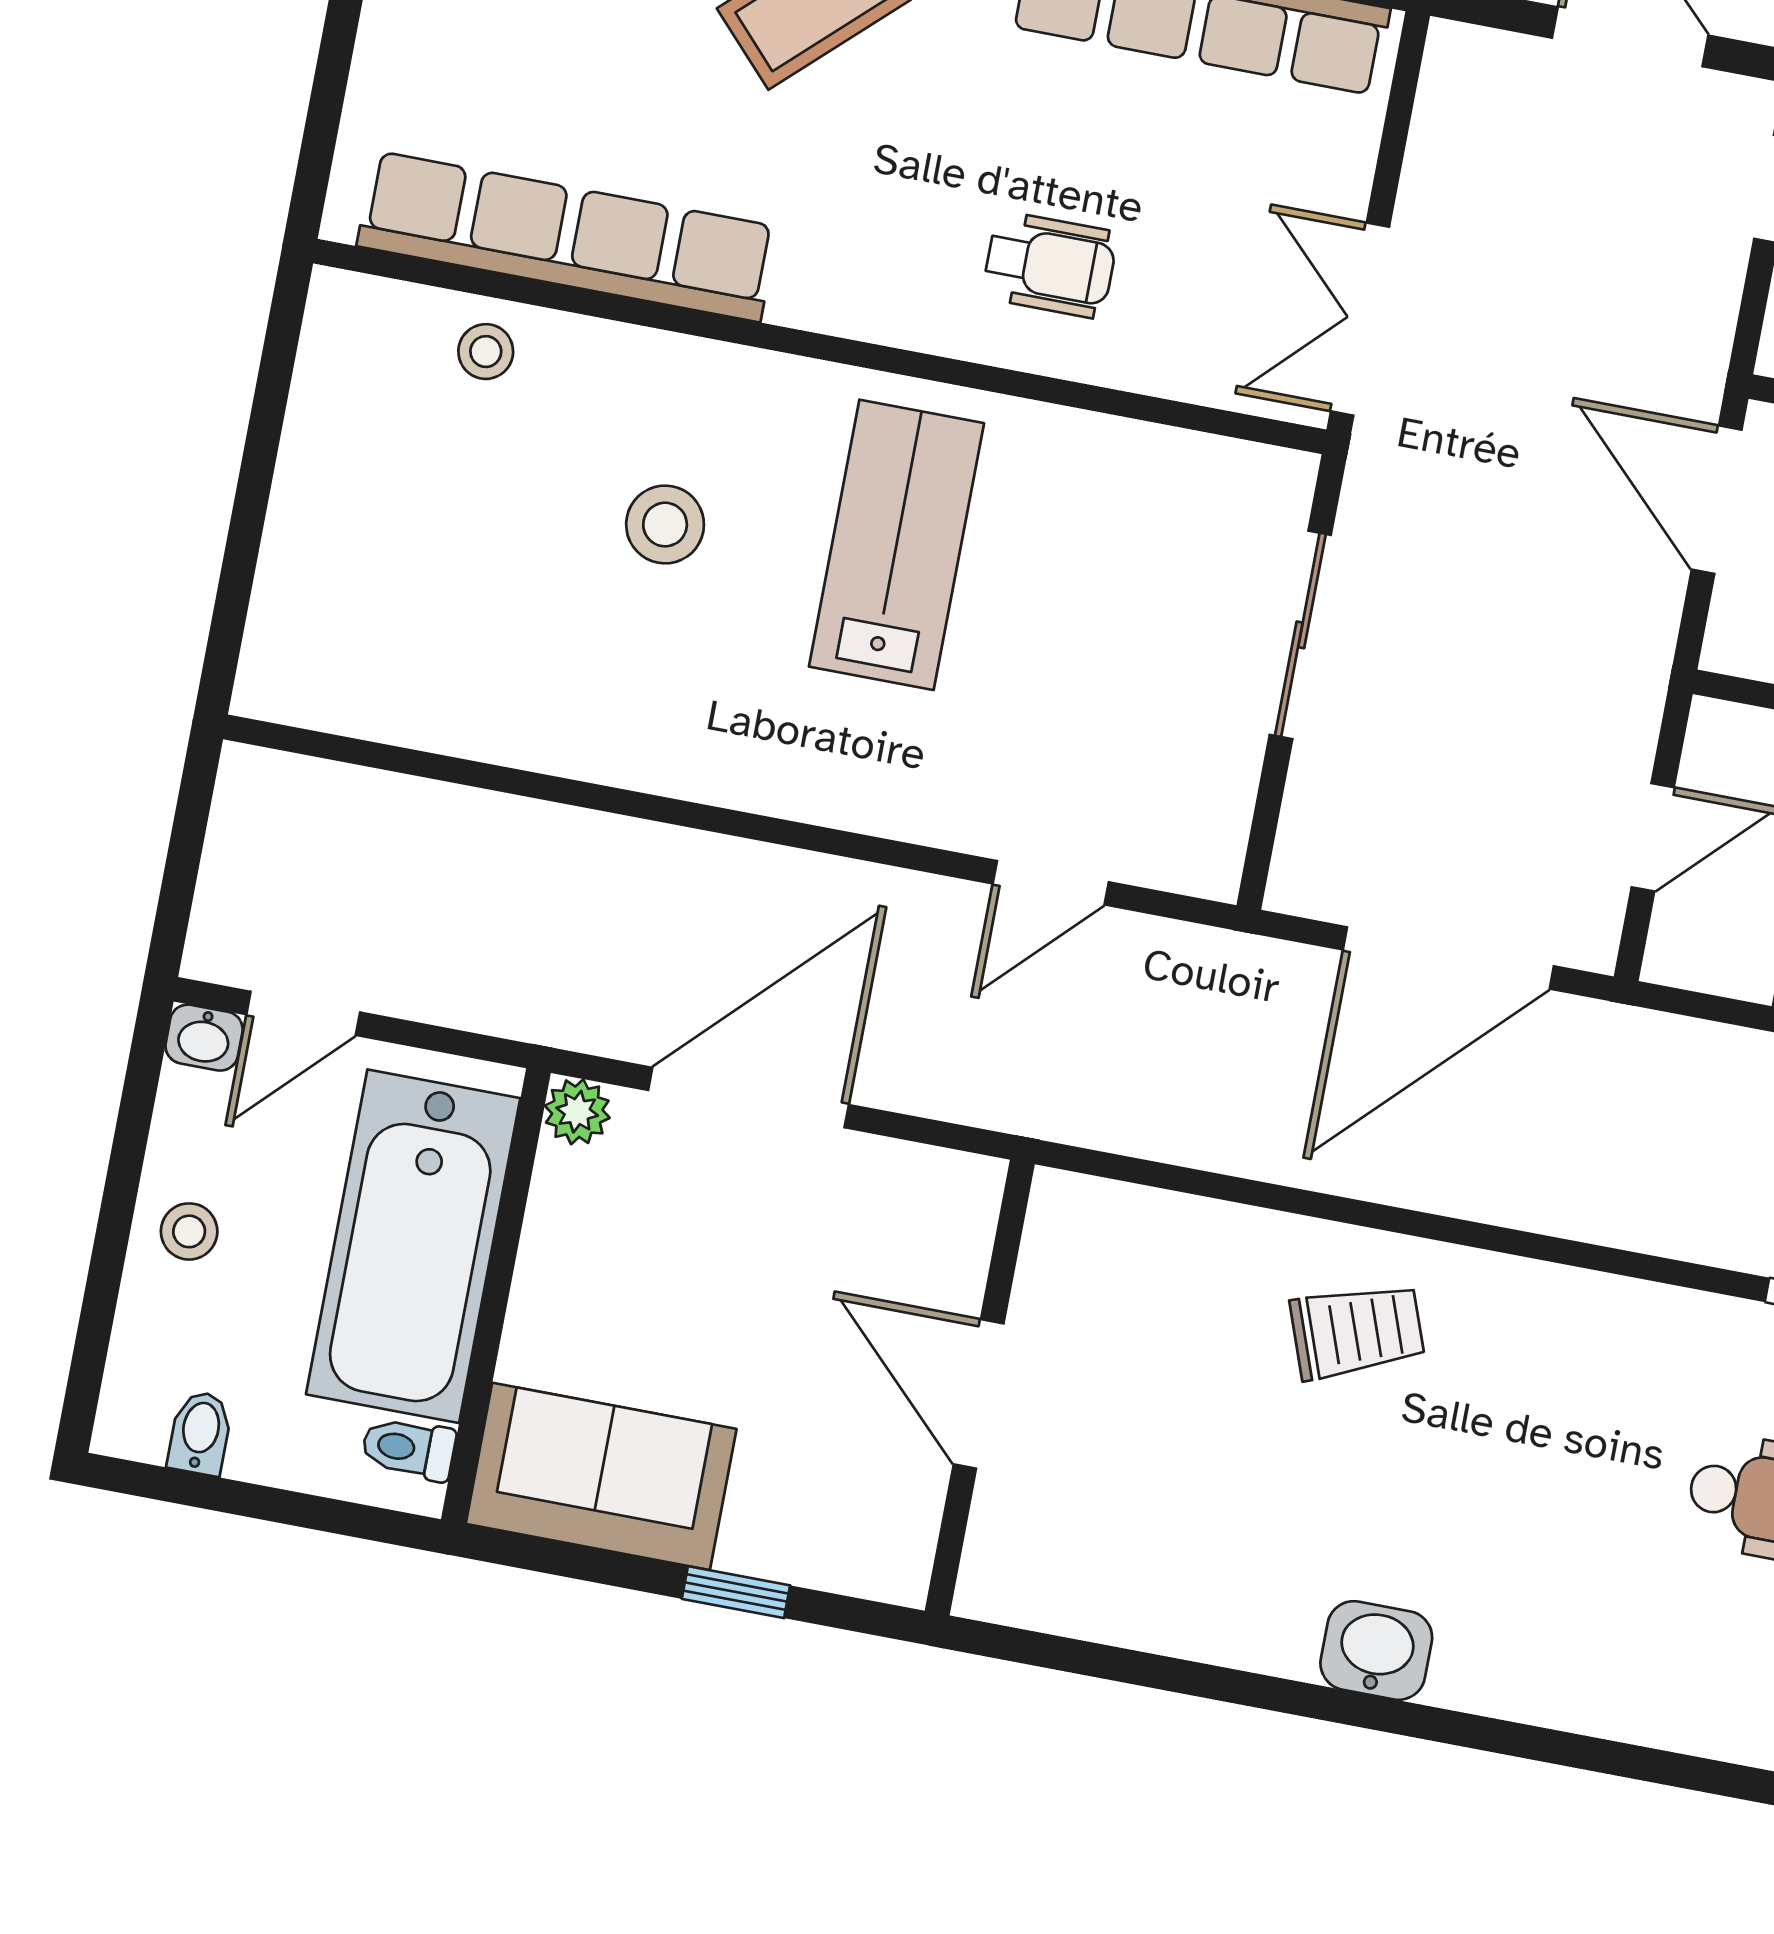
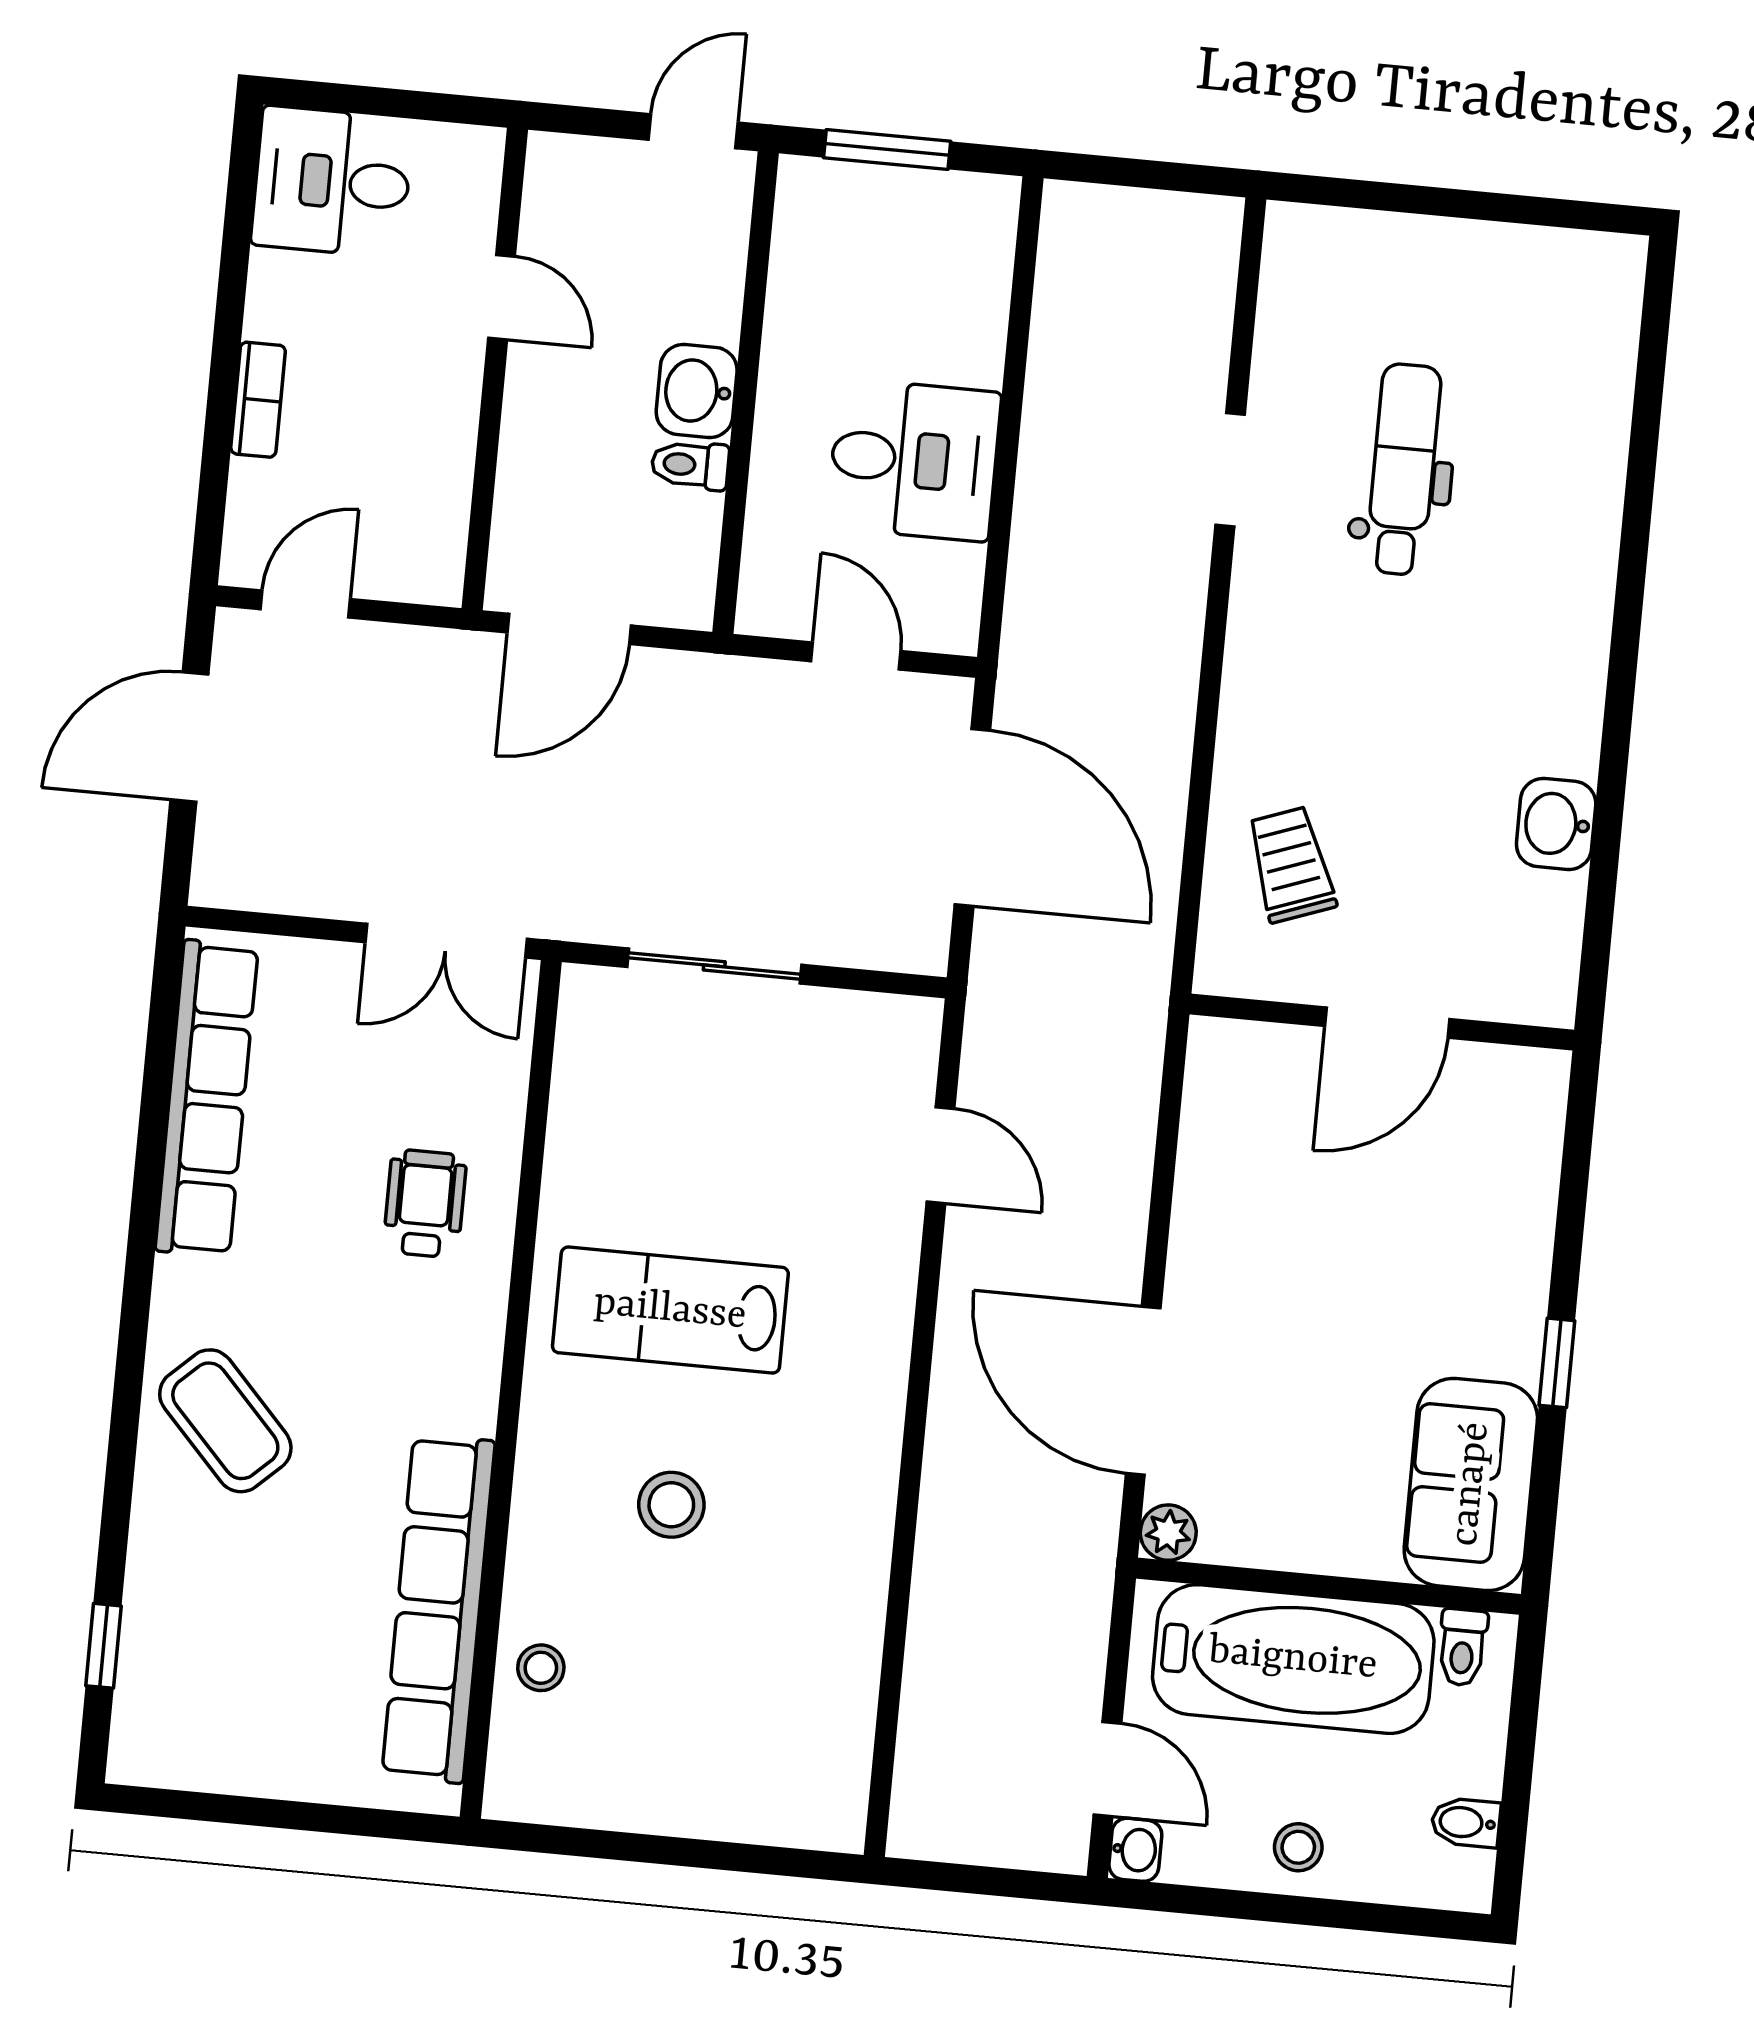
wall: (980, 1388) -> (1382, 1022), moved
door: (979, 1394) -> (1387, 1023), moved

